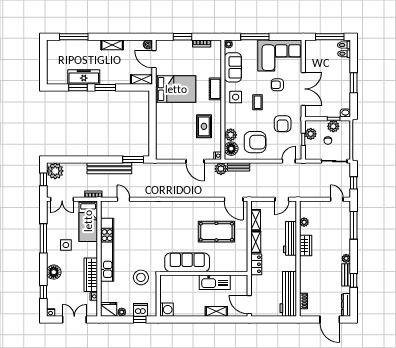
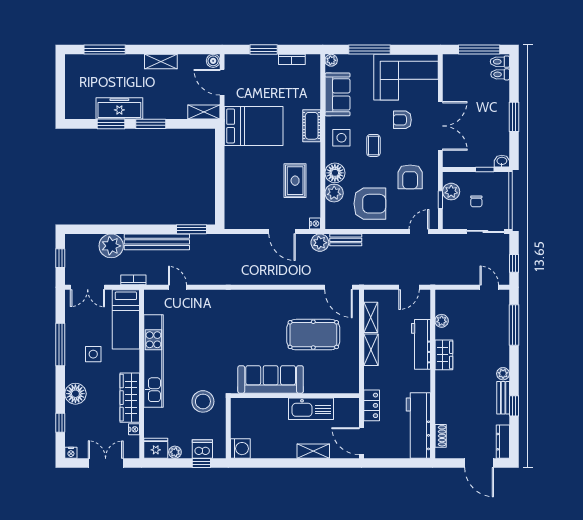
plant: (333, 126) -> (484, 181), removed
floor lamp: (231, 149) -> (335, 173), moved
plant: (55, 171) -> (111, 246), moved
locker: (256, 264) -> (372, 405), moved

